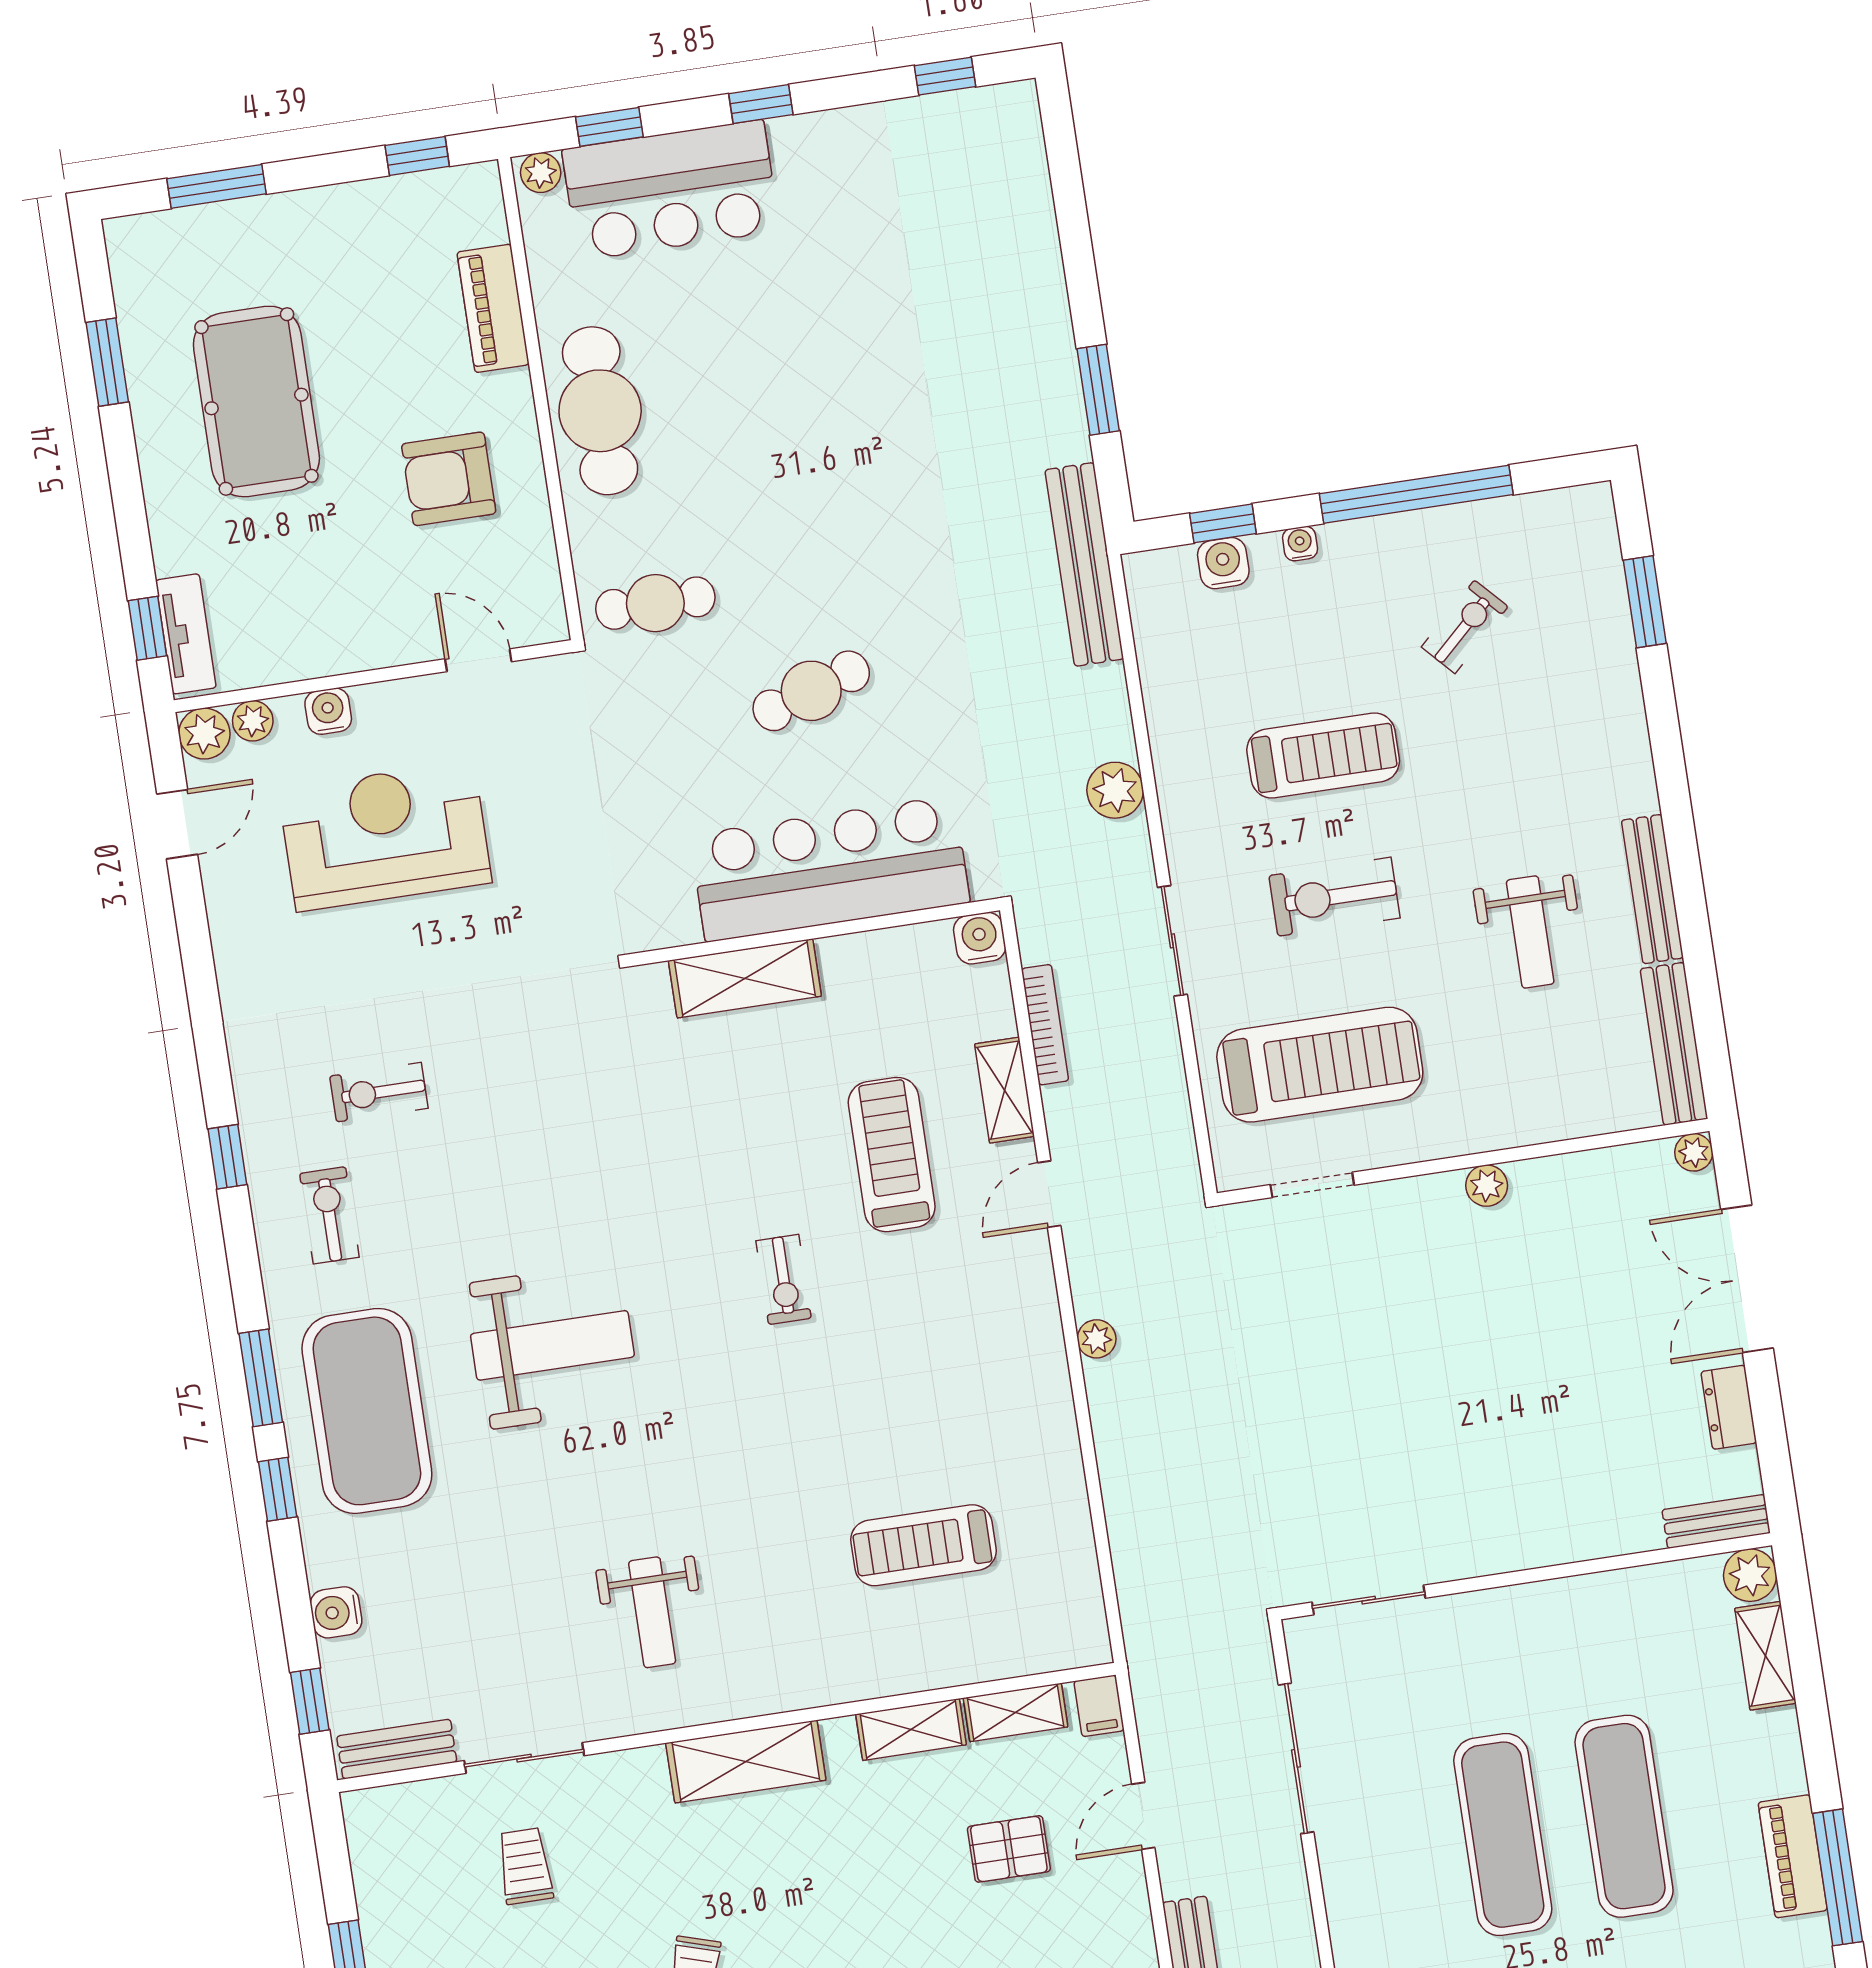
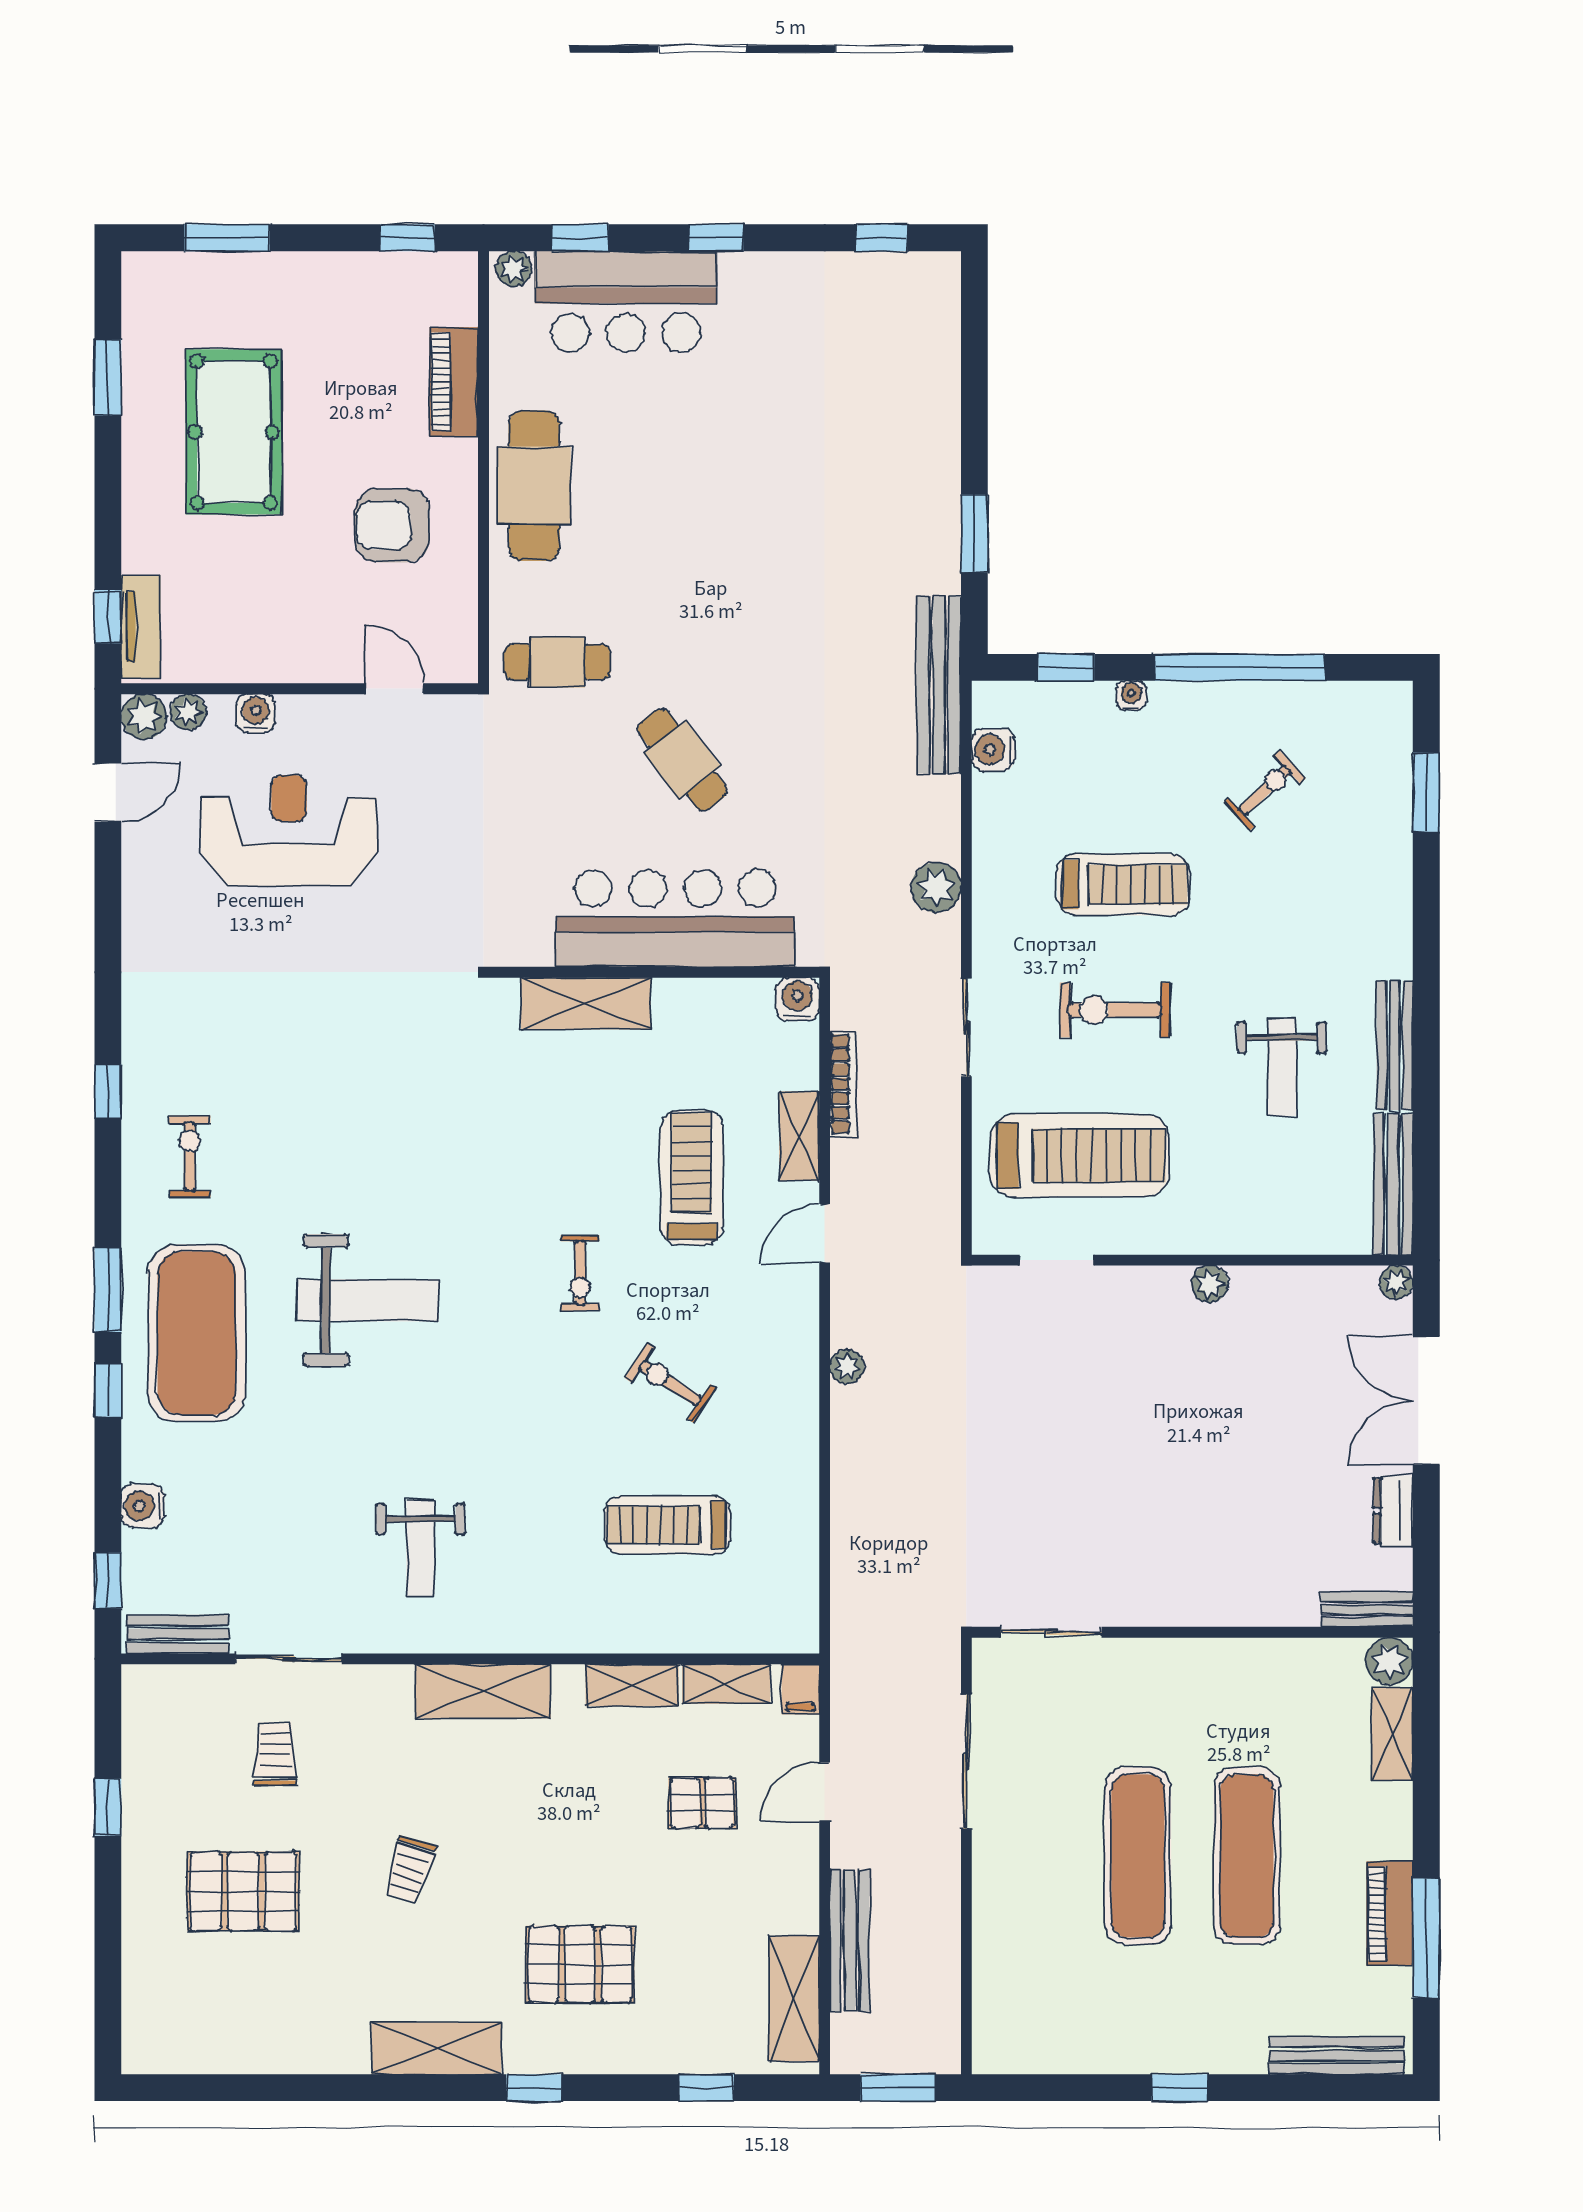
water cooler: (1223, 563) -> (993, 750), moved, turned -90
cafe table: (811, 691) -> (682, 760), turned 70
exercise bike: (379, 1092) -> (670, 1383), moved, turned 33

